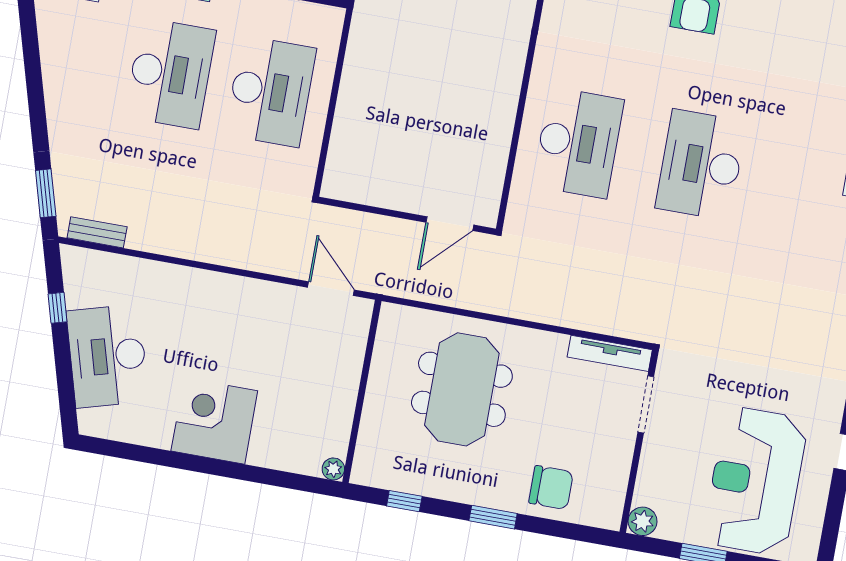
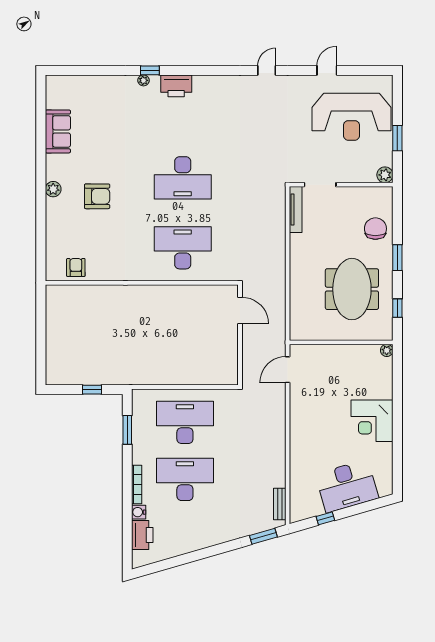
meeting table: (462, 389) -> (352, 289), moved, turned 90

